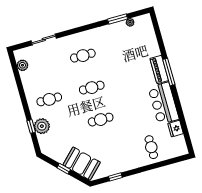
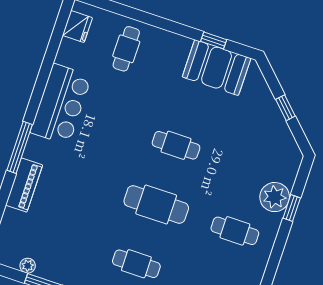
piano: (159, 69) -> (24, 185), moved
cafe table: (92, 88) -> (156, 205), width x1.37, depth x1.35
fridge: (176, 129) -> (77, 27), moved
booth: (82, 164) -> (217, 68), moved, turned -45

